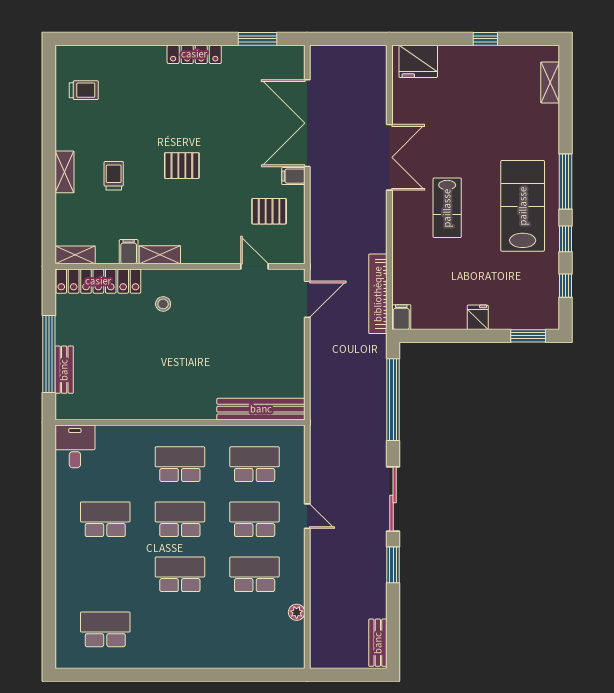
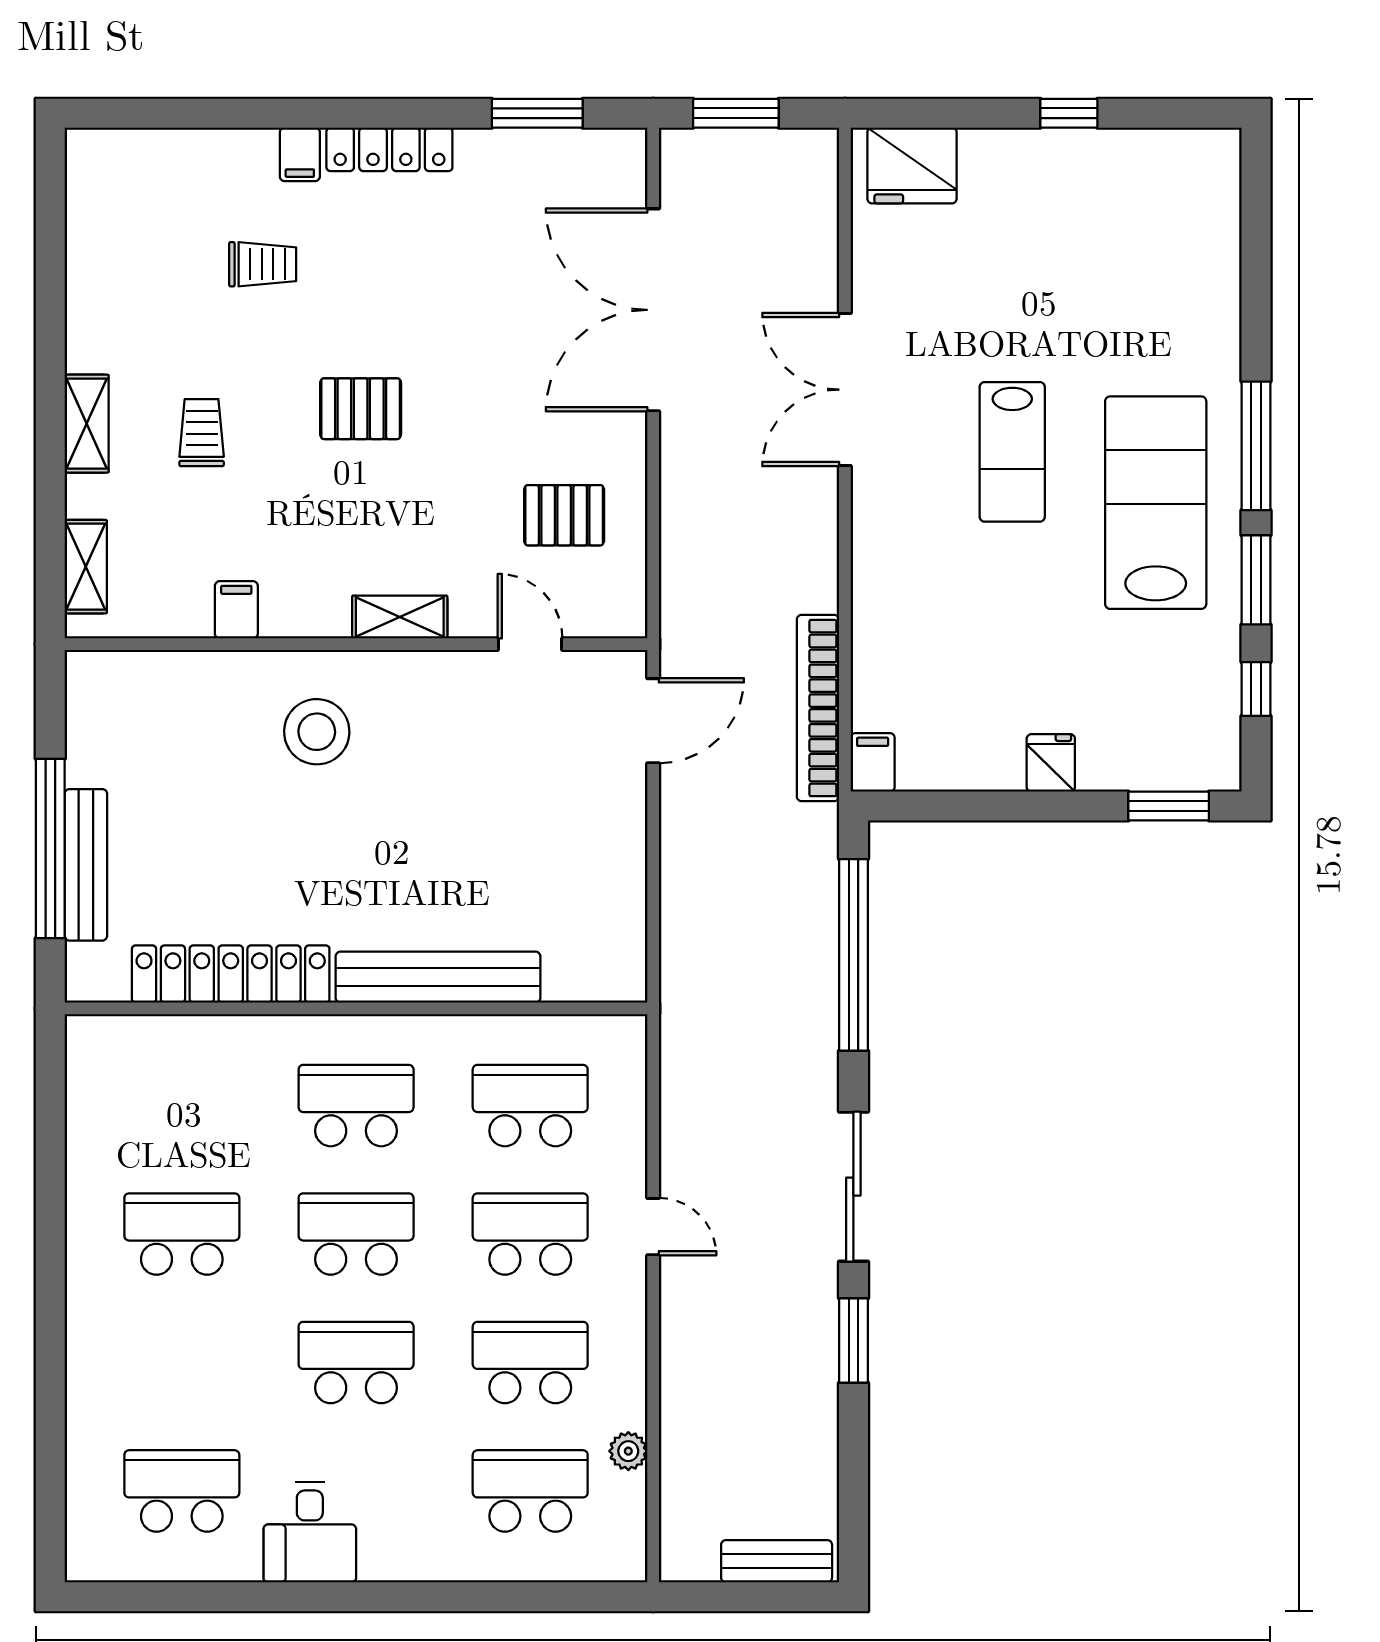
window: (343, 39) -> (736, 113), added
shelving: (550, 82) -> (1220, 215), removed
trolley: (84, 90) -> (263, 264), moved
double door: (389, 157) -> (845, 390), swing flipped
filing cabinet: (293, 176) -> (300, 154), moved, turned -90
lab bench: (447, 208) -> (1012, 452), moved
window: (566, 239) -> (1256, 580), width x1.50
shelving: (75, 255) -> (86, 567), moved, turned 90
shelving: (160, 255) -> (400, 617), moved
locker: (98, 281) -> (231, 974), moved, turned 180
stool: (163, 304) -> (317, 732), width x1.89, depth x1.89
bench: (64, 370) -> (86, 865), width x1.36
bench: (261, 409) -> (438, 977), moved
desk: (75, 446) -> (310, 1532), moved, turned 180
school desk: (255, 629) -> (530, 1491), added
bench: (378, 643) -> (777, 1561), moved, turned 90

